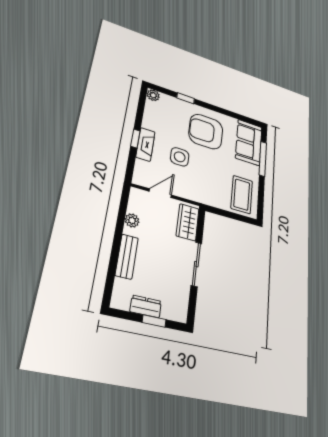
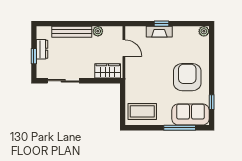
window: (186, 98) -> (212, 102), moved
side table: (180, 157) -> (158, 59), removed
bench: (127, 257) -> (72, 32), width x1.36
sliding door: (196, 264) -> (63, 81), moved

